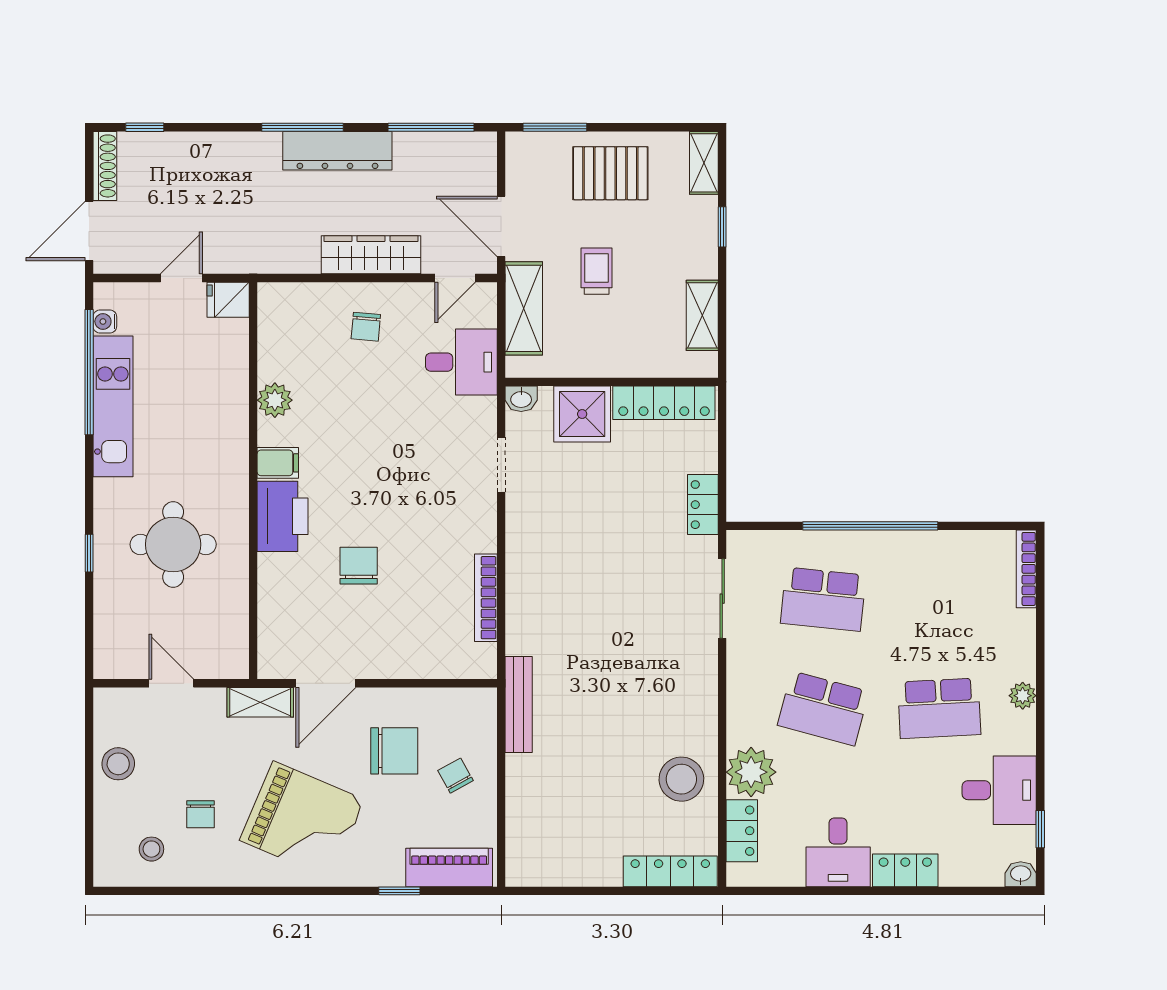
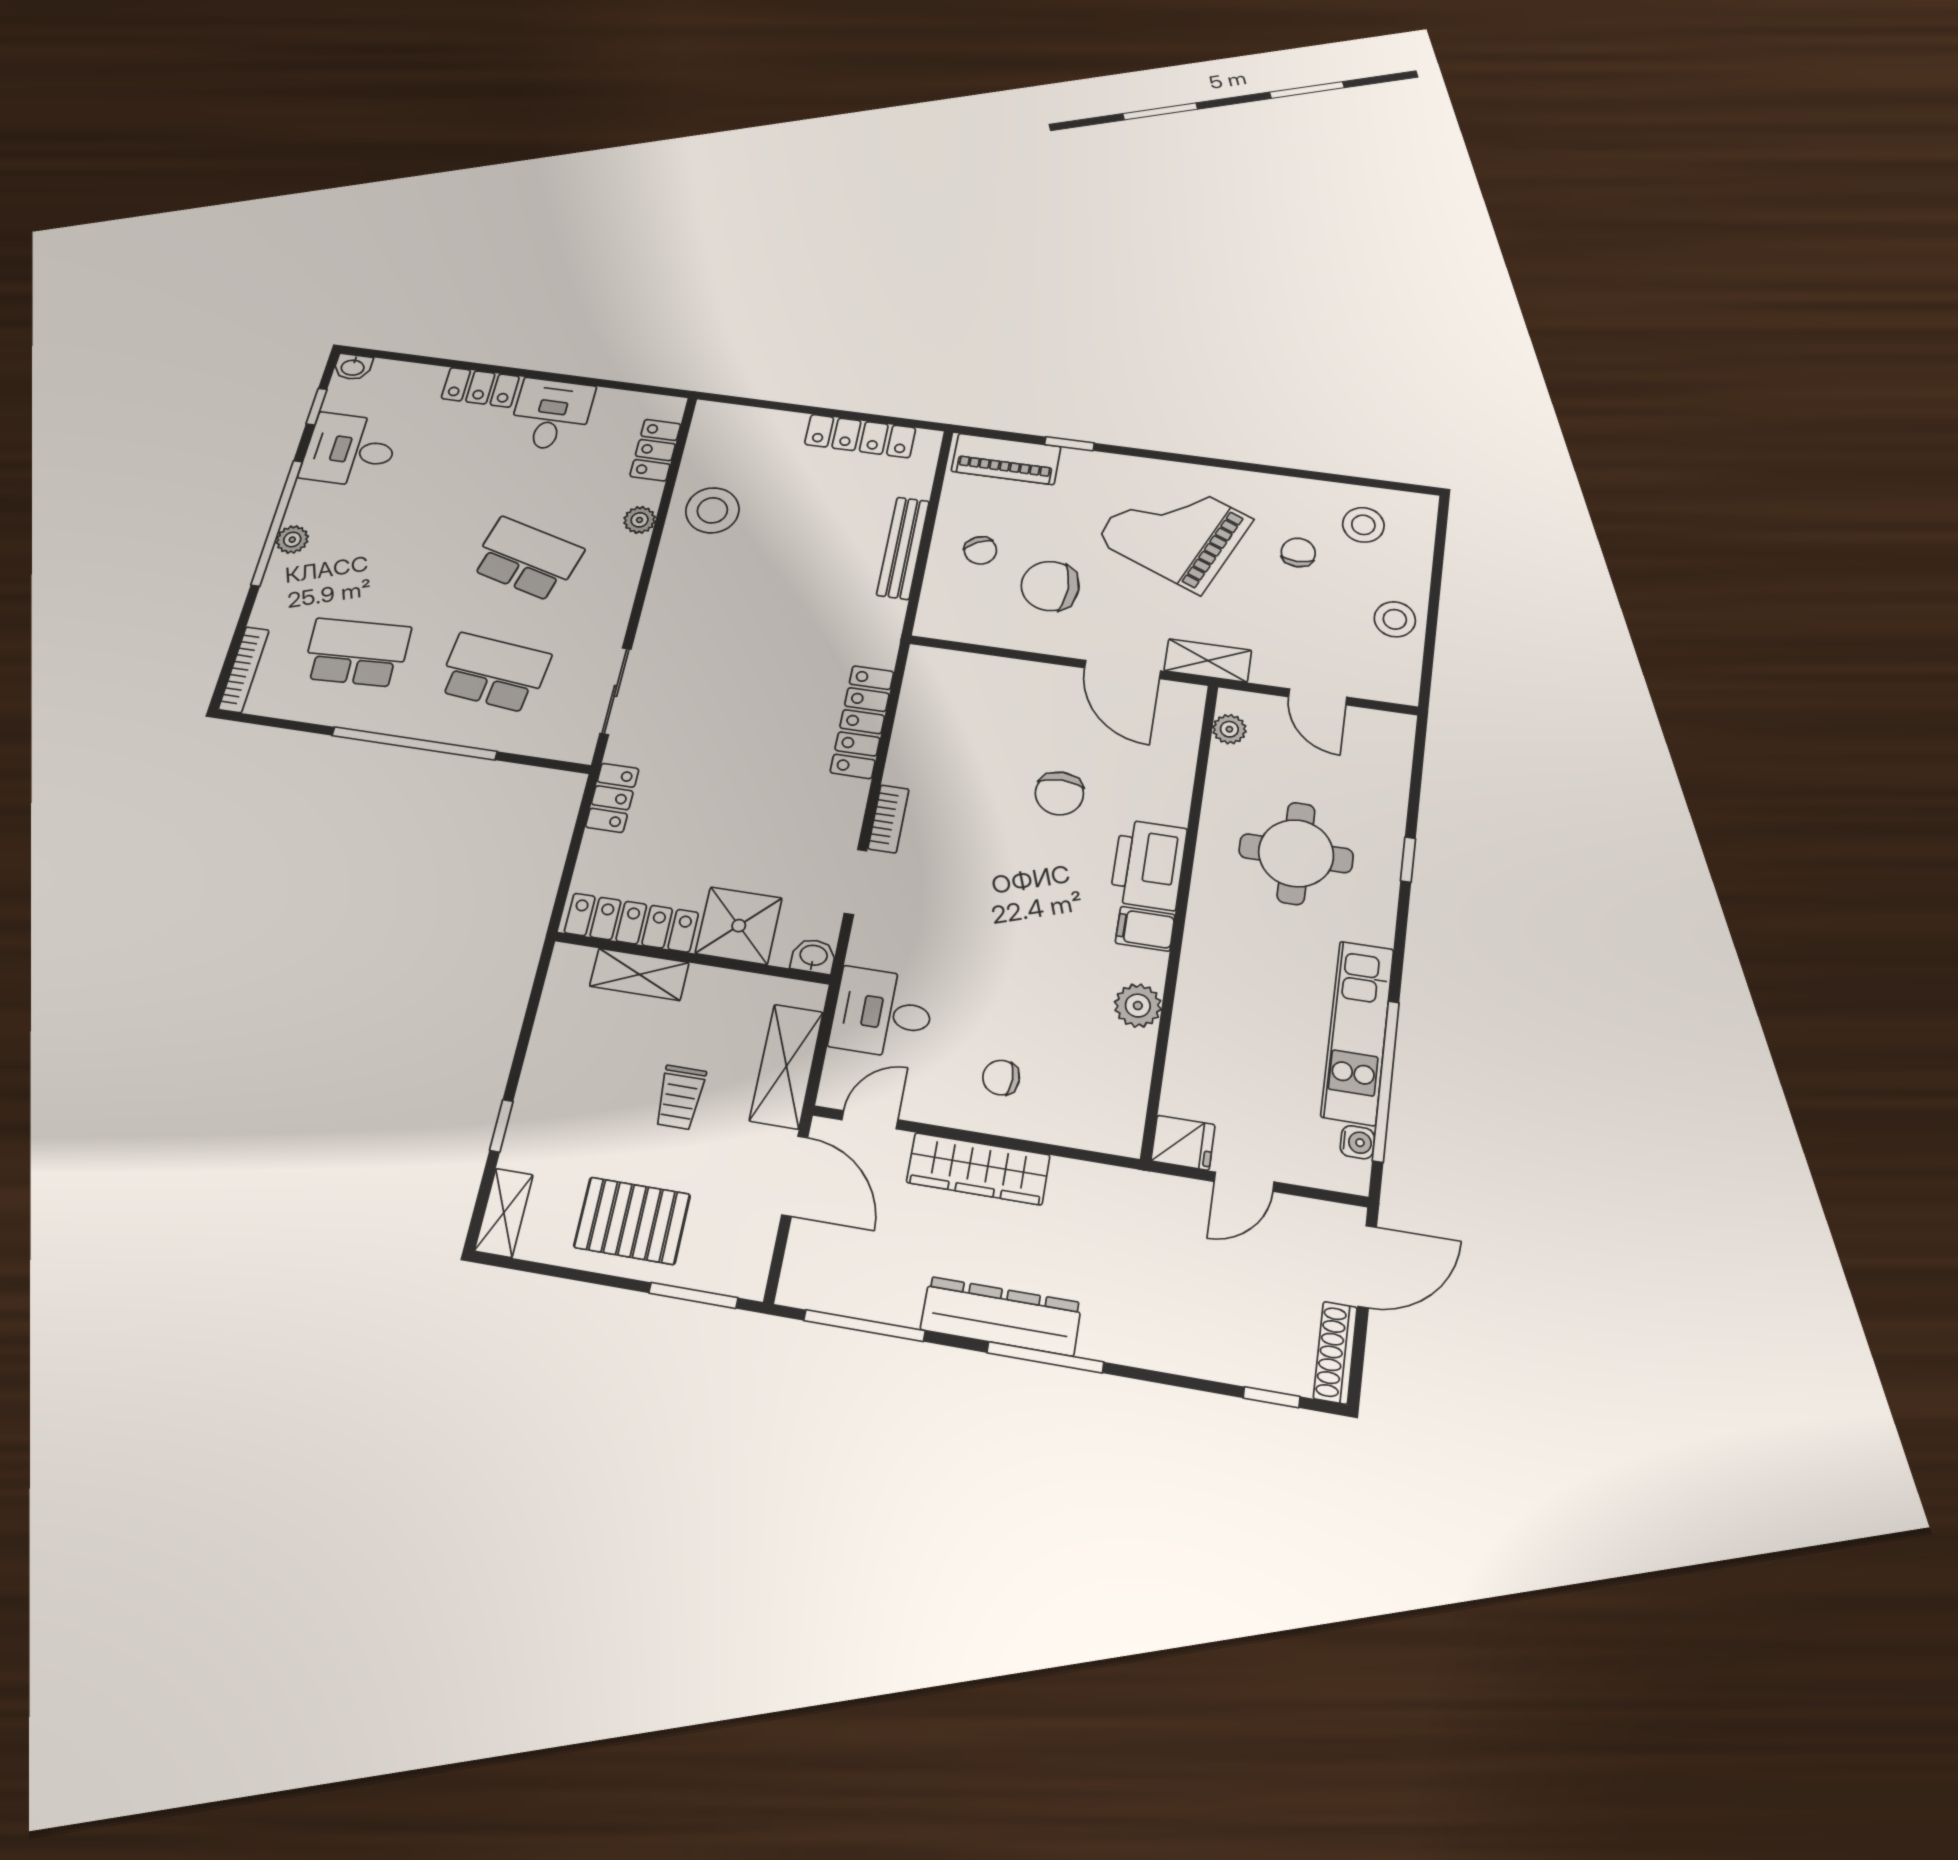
shelving: (702, 315) -> (639, 974), moved, turned 90
chair: (366, 327) -> (1001, 1078), turned -95
bookcase: (486, 598) -> (888, 819), moved, width x0.64
locker: (522, 603) -> (862, 722), added
plant: (236, 643) -> (1229, 729), added
door: (326, 683) -> (1123, 669), swing flipped
bench: (519, 704) -> (903, 548), moved
school desk: (939, 708) -> (357, 653), moved
window: (1040, 710) -> (277, 523), added
plant: (751, 772) -> (640, 520), width x0.53, depth x0.53
stool: (151, 849) -> (1363, 525), width x1.37, depth x1.37
locker: (670, 871) -> (860, 436), moved

